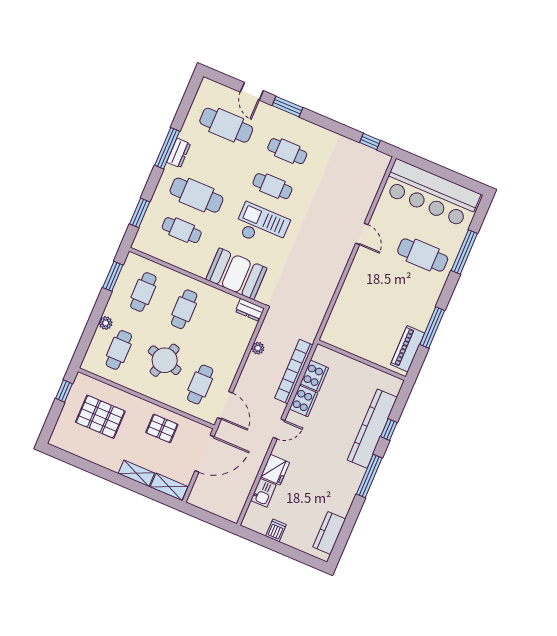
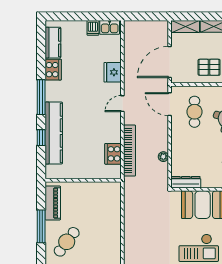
cafe table: (410, 297) -> (67, 242), added
dresser: (250, 310) -> (186, 182), width x1.44
cooker: (304, 401) -> (53, 70), moved, turned 180
kitchen sink: (263, 493) -> (110, 27), moved, turned -90

